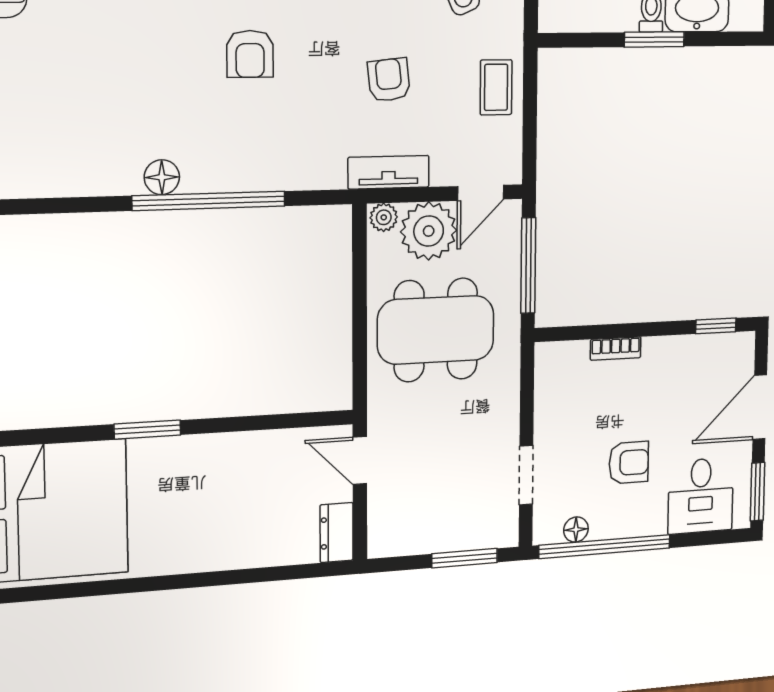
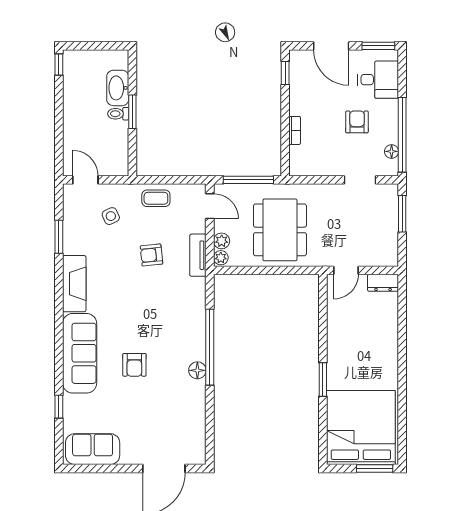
armchair: (250, 54) -> (134, 365), moved, turned 90
plant: (429, 231) -> (222, 241), width x0.53, depth x0.53

